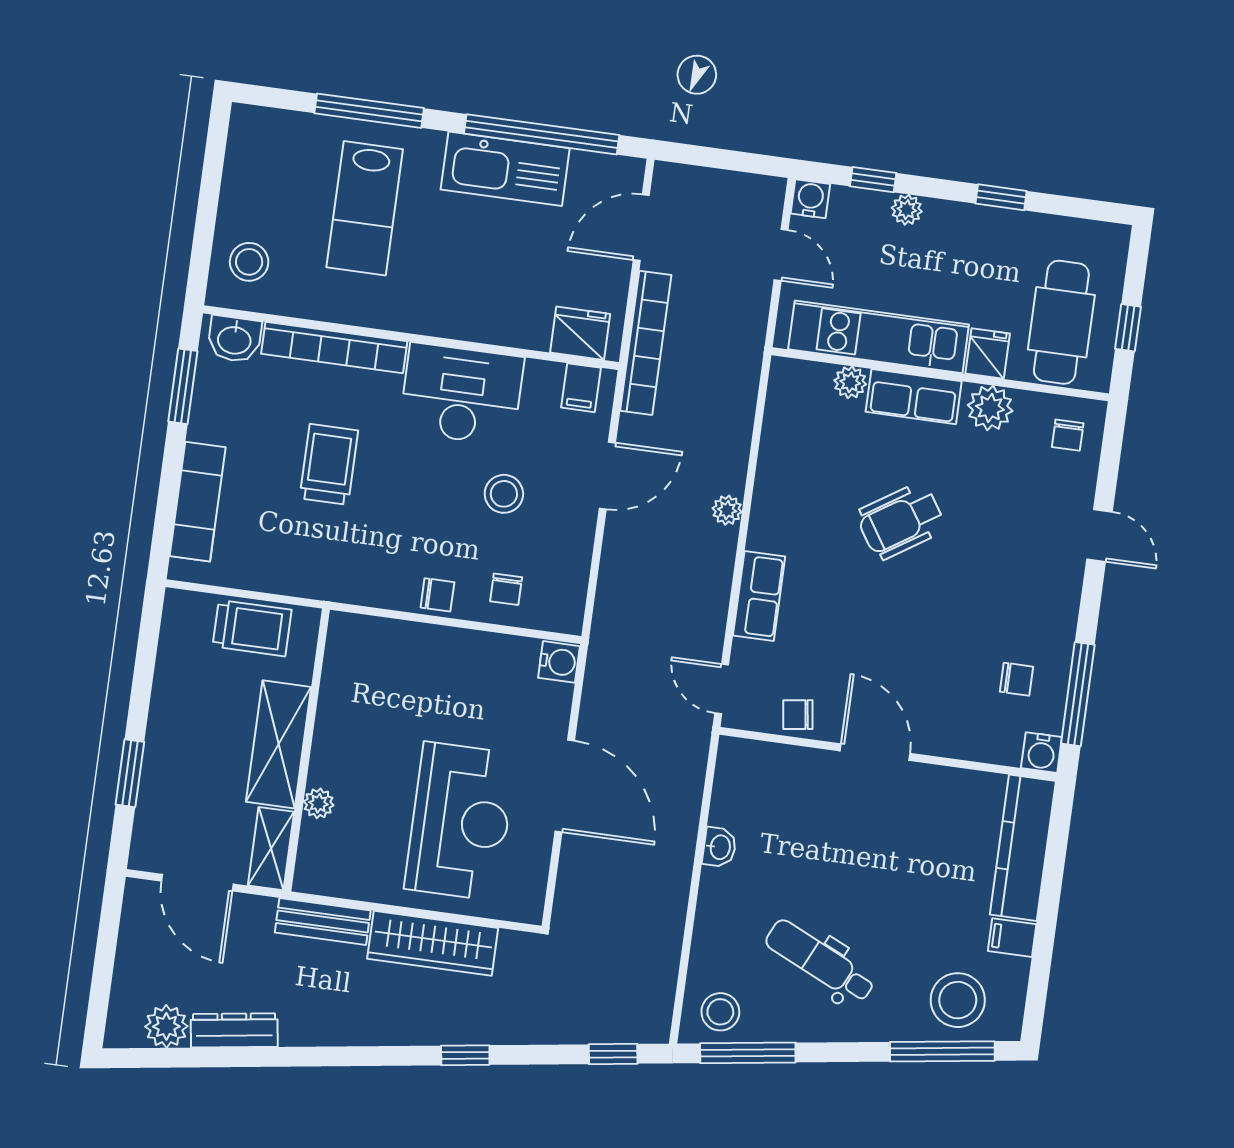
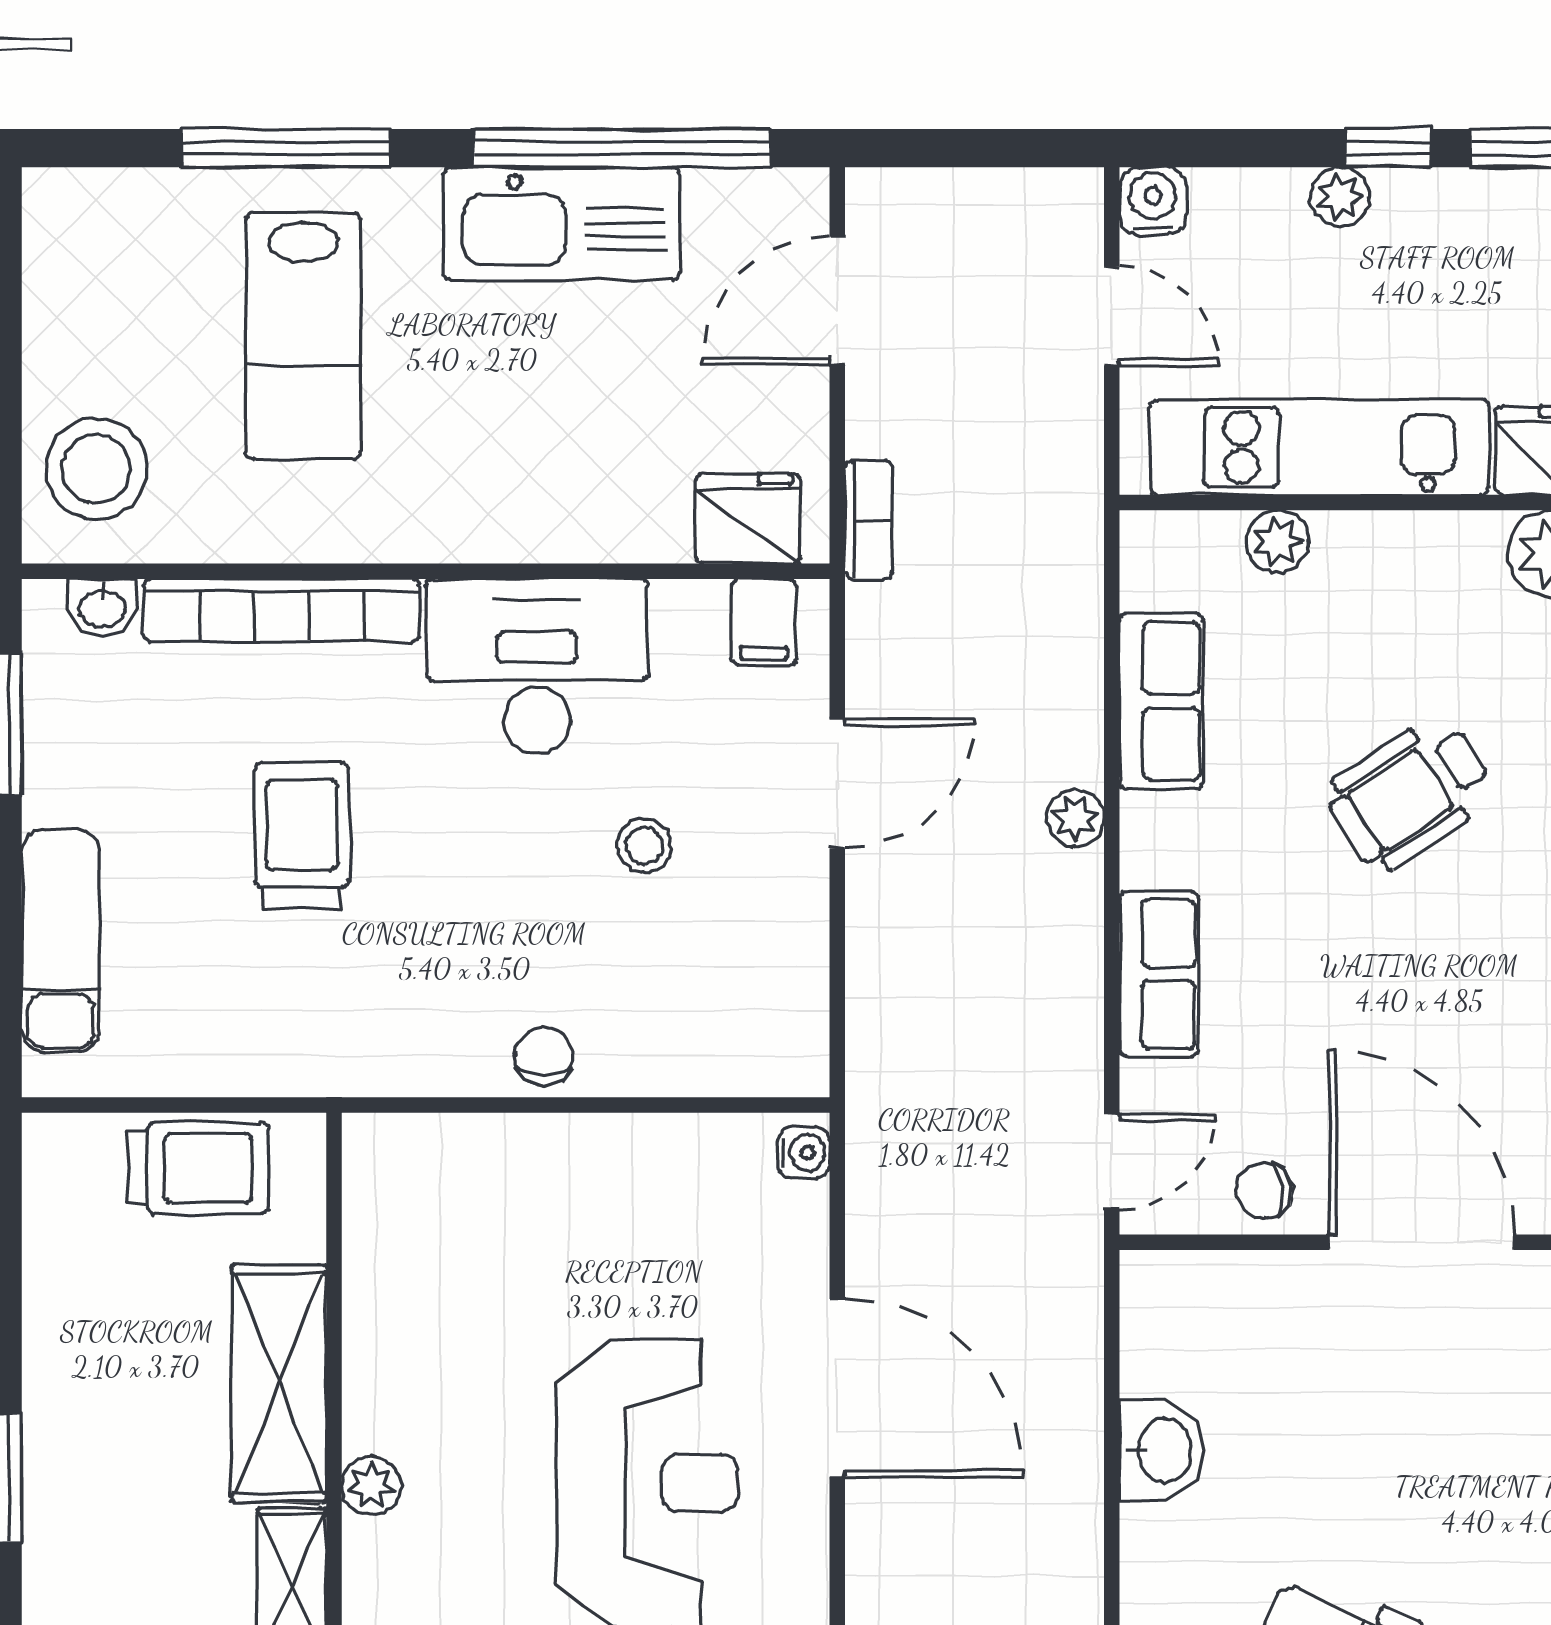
window: (873, 180) -> (1388, 148), moved
stool: (249, 262) -> (96, 469), width x1.38, depth x1.38
washbasin: (234, 339) -> (102, 607), width x0.72, depth x0.69
bookcase: (646, 343) -> (869, 520), width x0.43, depth x0.76
row of seats: (914, 397) -> (1161, 701), moved, turned -90
stool: (504, 494) -> (644, 846), width x0.73, depth x0.73
chair: (506, 589) -> (673, 1027), removed
chair: (437, 595) -> (544, 1056), turned -90
water cooler: (559, 662) -> (804, 1152), width x0.72, depth x0.72
door: (722, 689) -> (1112, 1162), swing flipped
door: (875, 752) -> (1422, 1242), width x1.36
washbasin: (719, 847) -> (1162, 1451), width x1.38, depth x1.45

